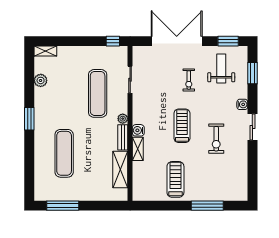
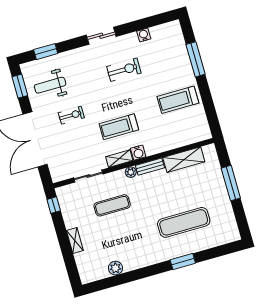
shelving: (45, 51) -> (75, 240), moved
exercise mat: (98, 93) -> (112, 205), width x0.73, depth x0.69
water cooler: (242, 104) -> (144, 35), moved
window: (29, 119) -> (183, 262), moved
treadmill: (182, 126) -> (119, 127), moved
shelving: (138, 149) -> (119, 159), moved
window: (63, 206) -> (231, 183), moved

